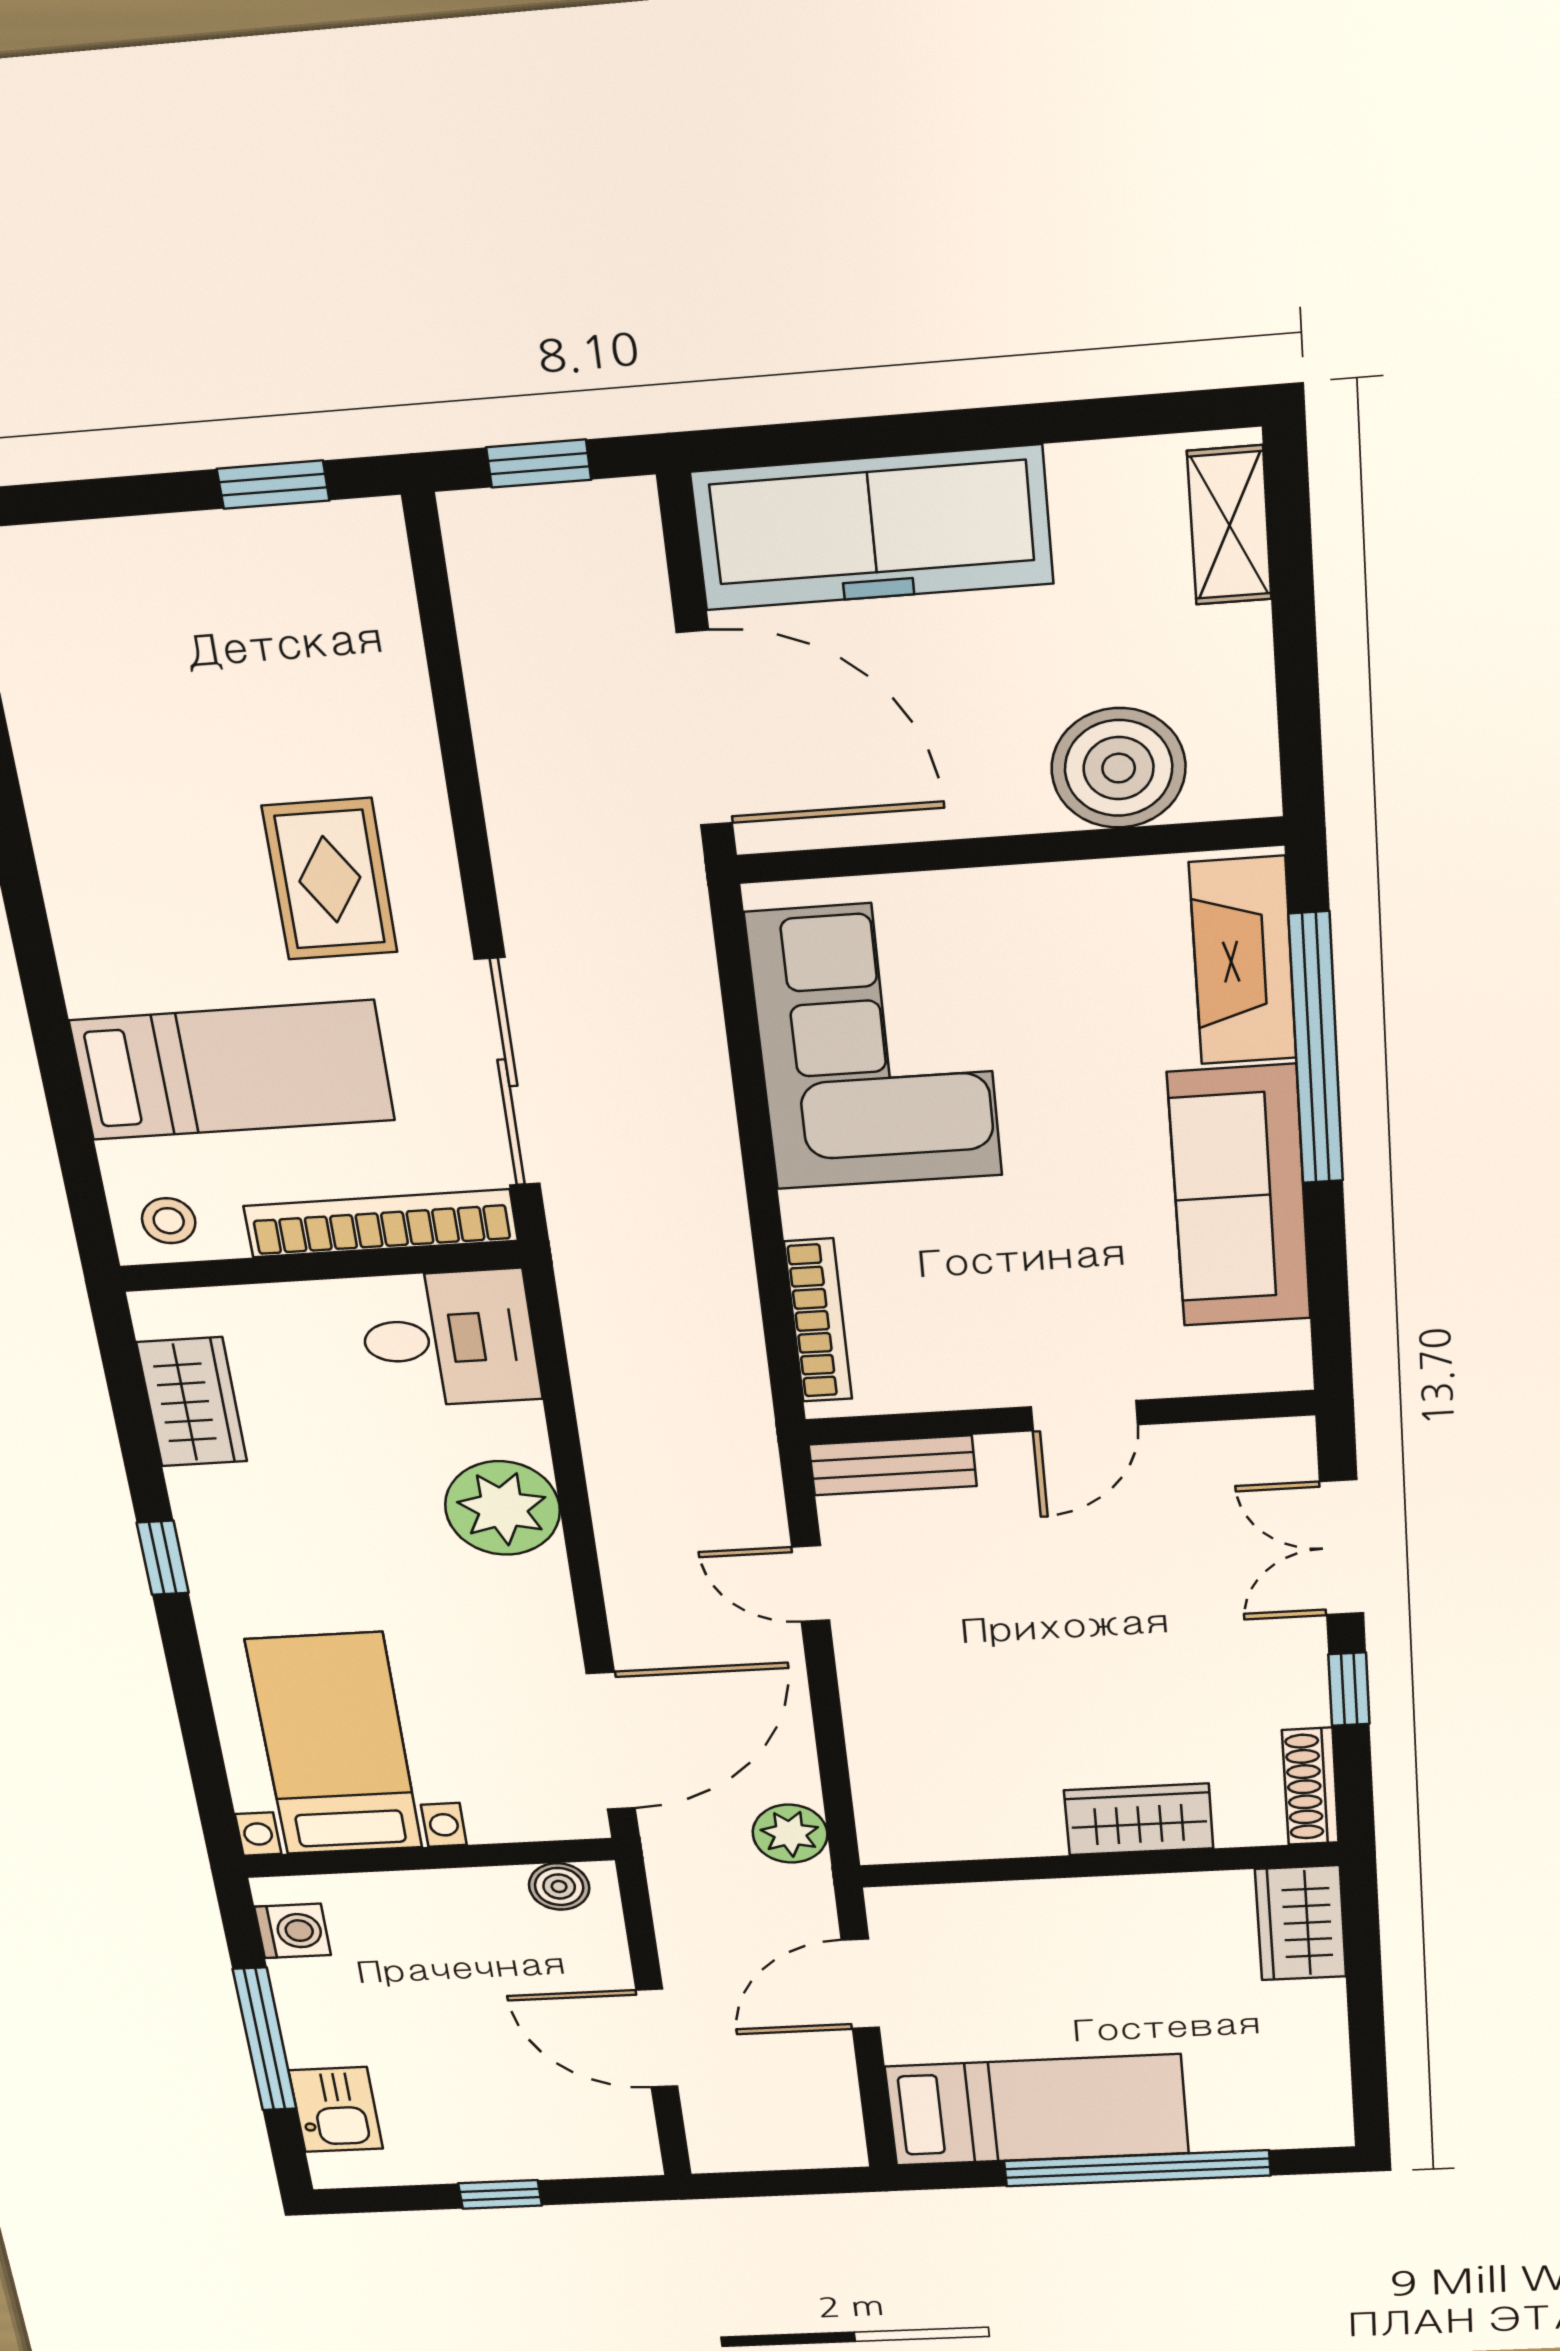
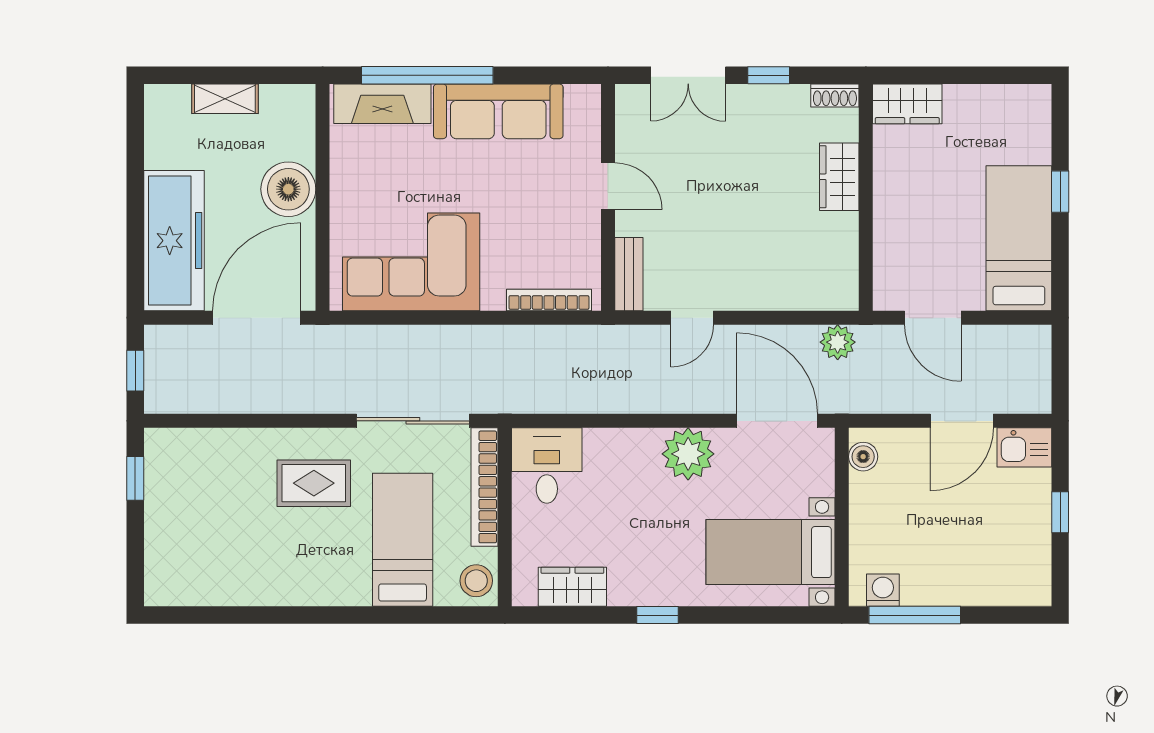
shelving: (1229, 525) -> (225, 99), moved
boiler: (1119, 768) -> (288, 189), moved
stool: (169, 1221) -> (476, 581), width x1.37, depth x1.37
plant: (503, 1508) -> (688, 454), moved
shoe rack: (1310, 1786) -> (835, 96), width x0.70
window: (265, 2039) -> (915, 615), moved
kitchen sink: (336, 2109) -> (1024, 447), moved, turned 180
window: (1137, 2168) -> (1060, 192), width x0.32

